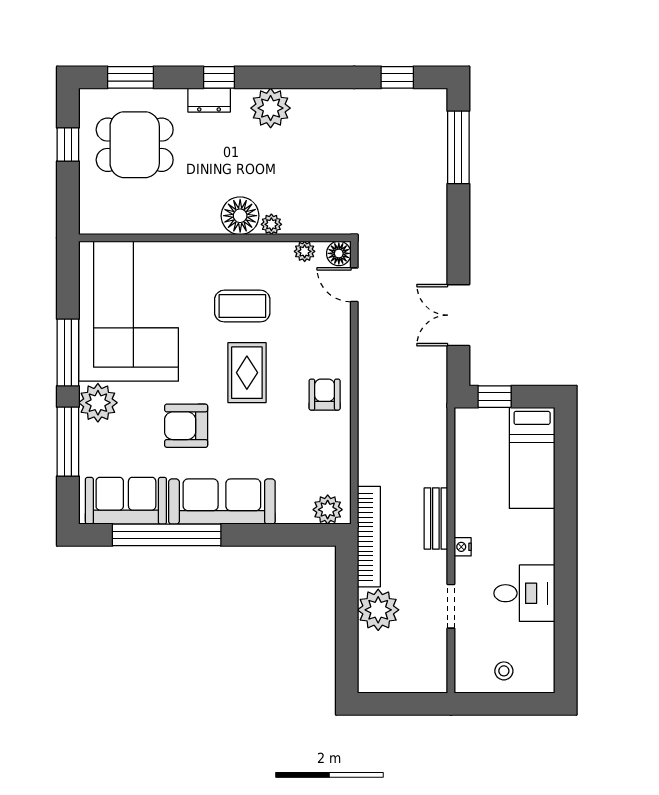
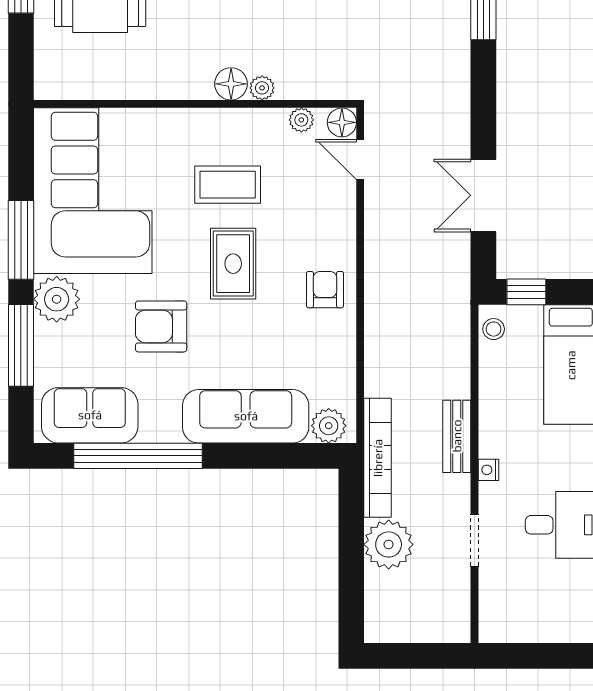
floor lamp: (240, 216) -> (231, 84), width x0.73, depth x0.73
sofa: (222, 502) -> (246, 416), moved
stool: (504, 671) -> (494, 329), moved

